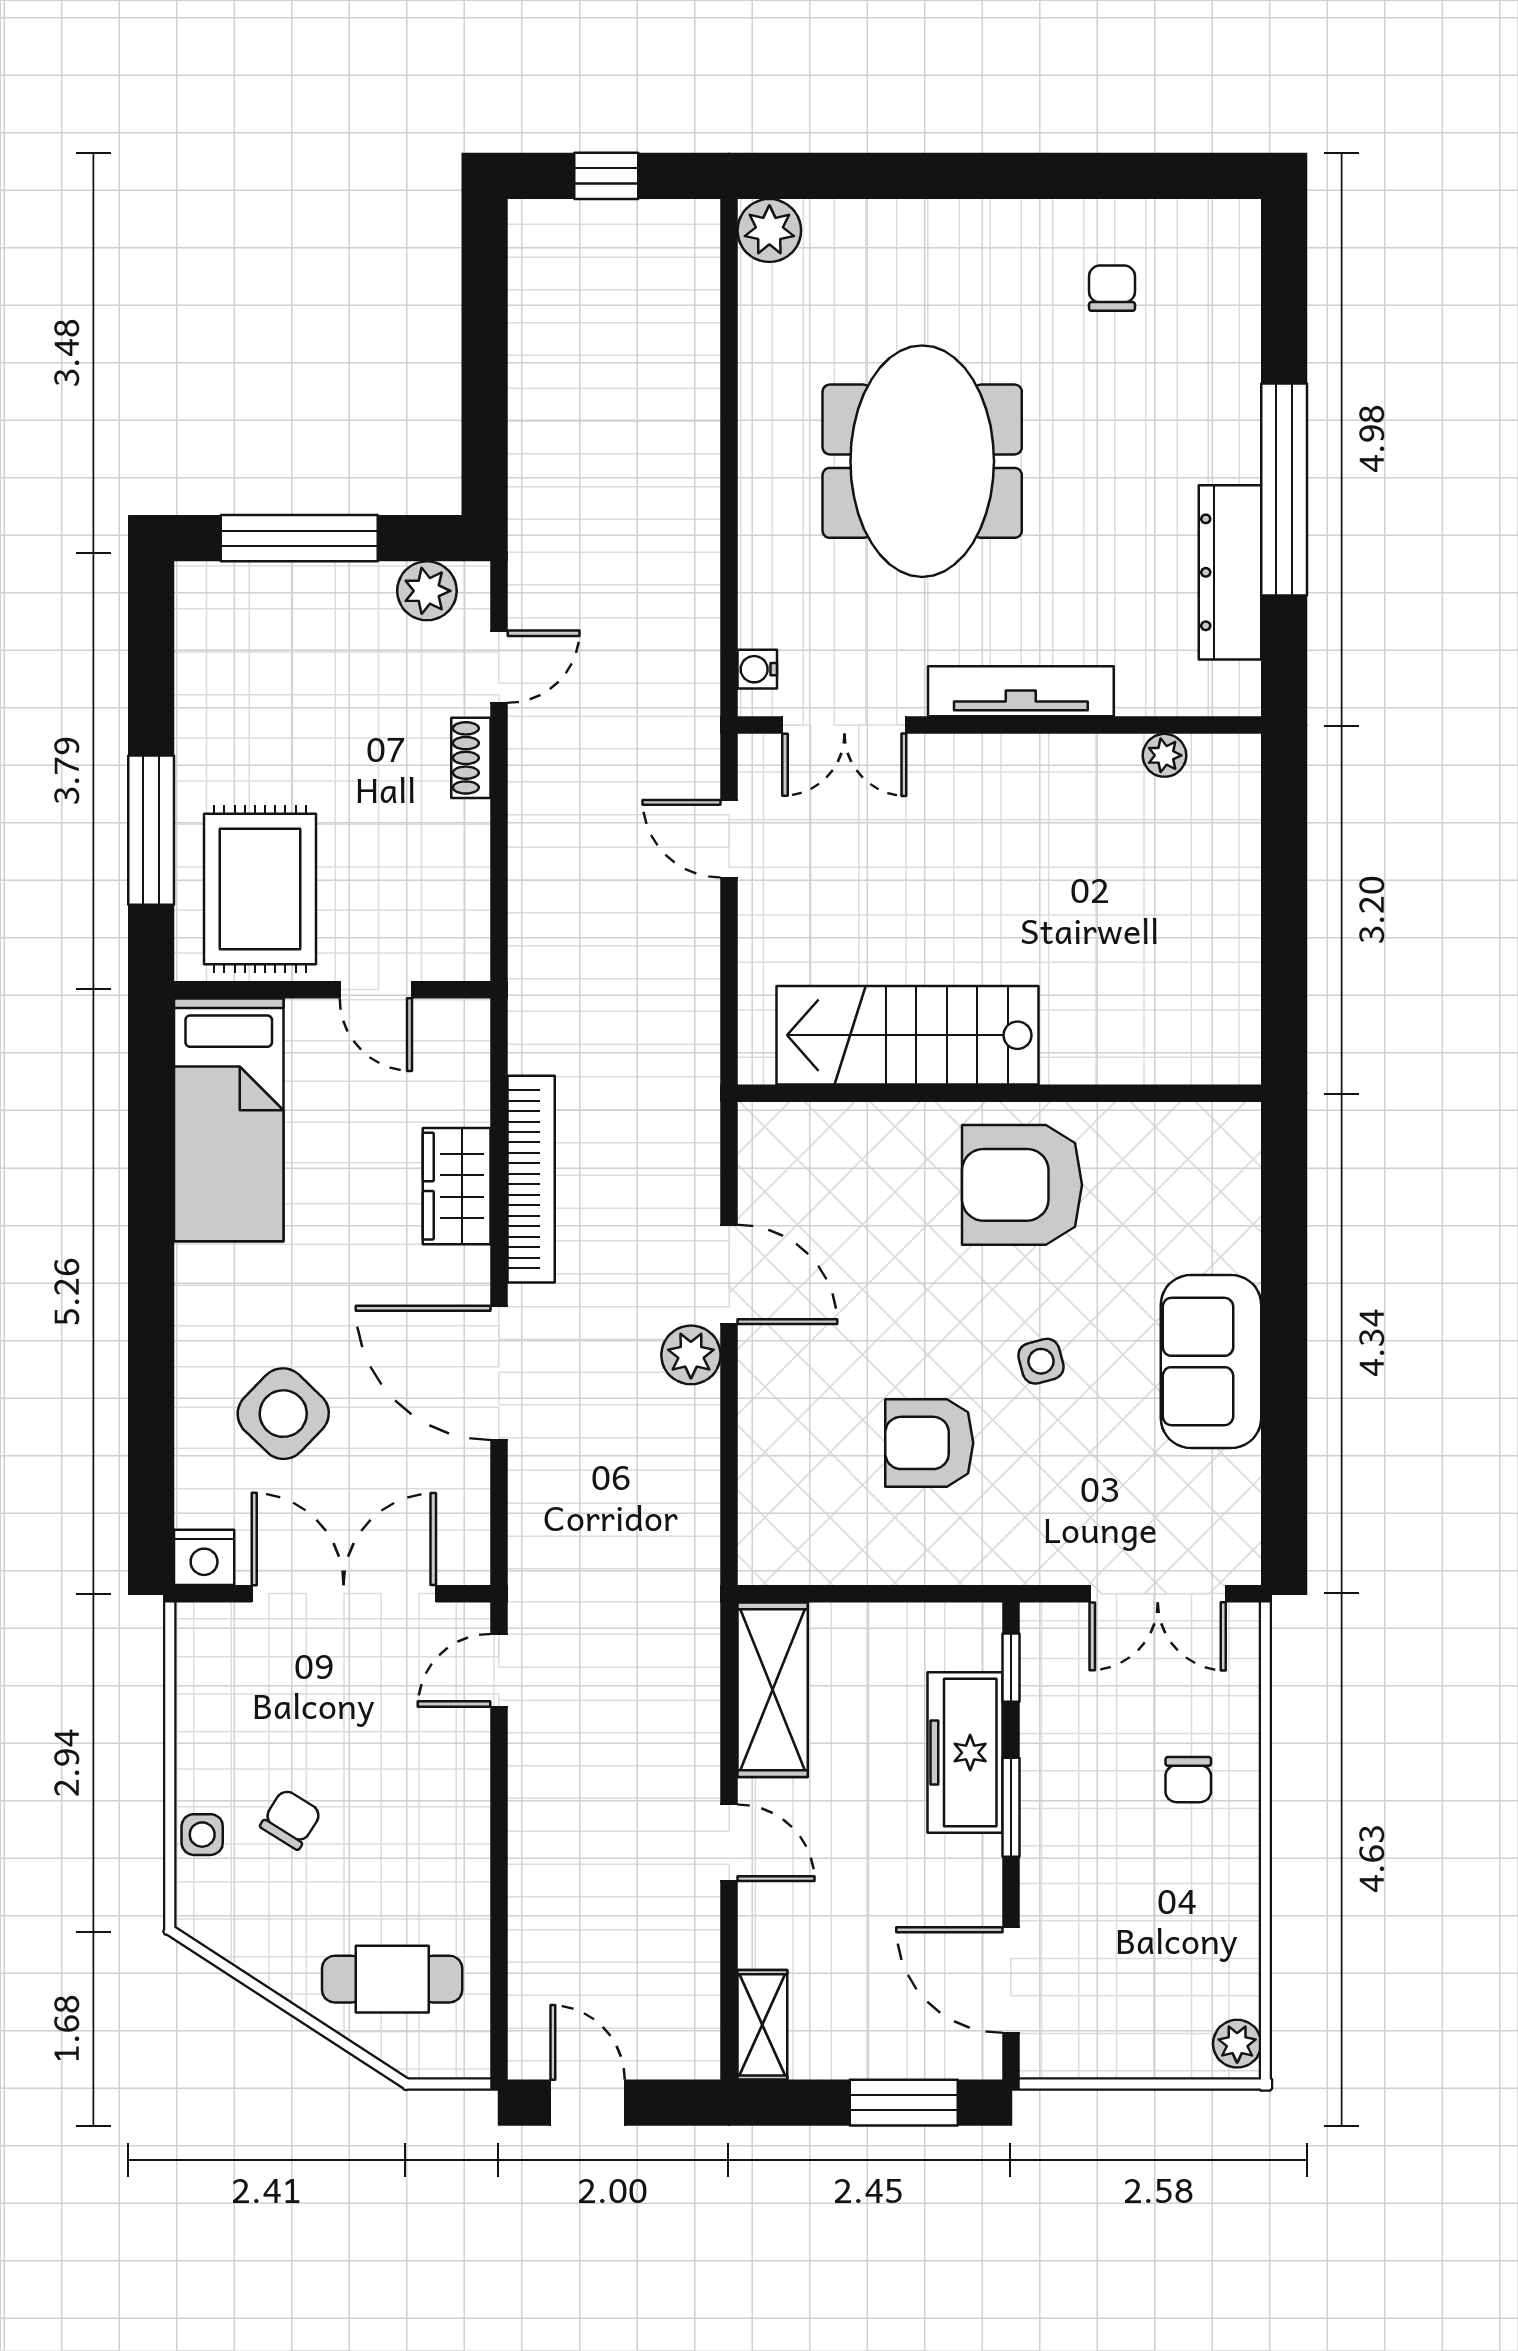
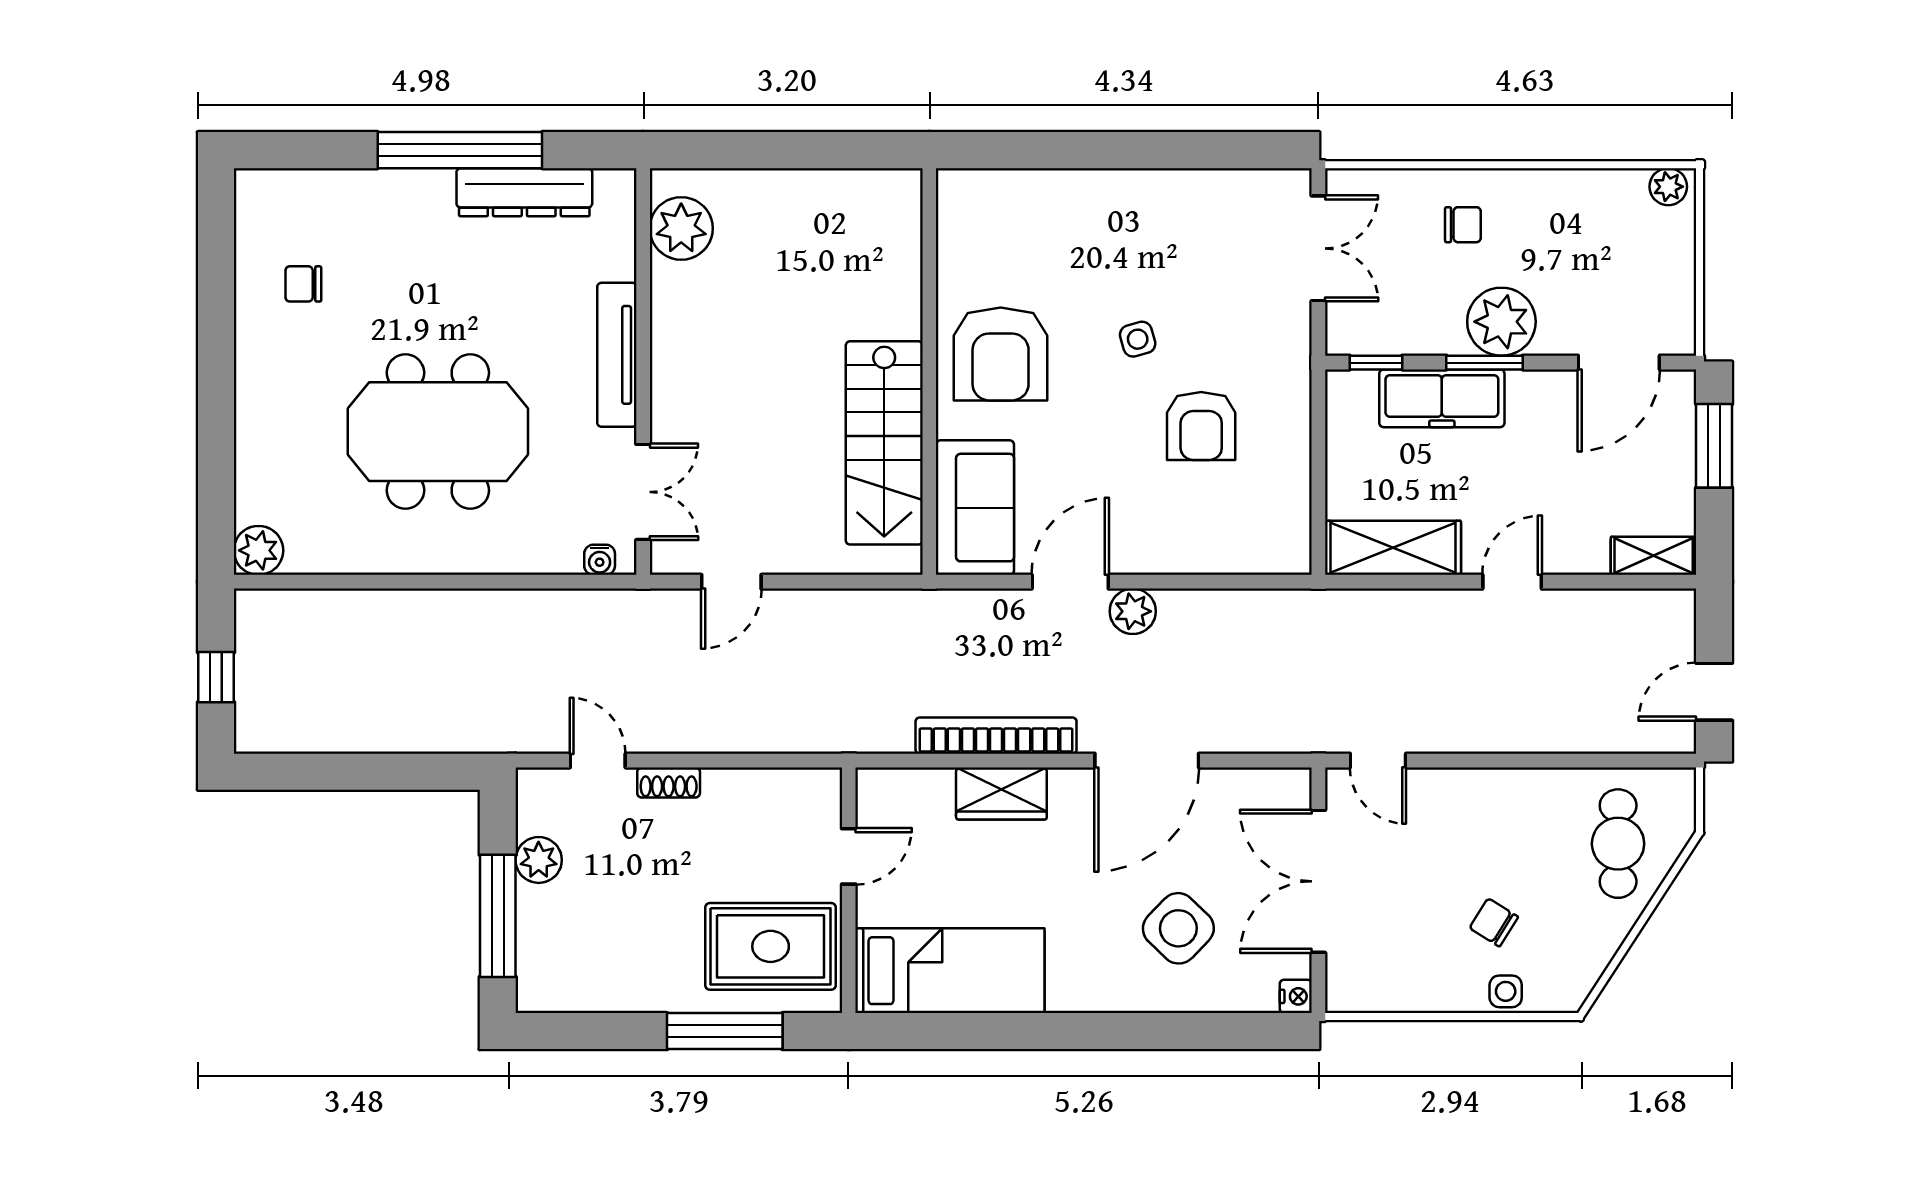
plant: (427, 591) -> (539, 860), moved
plant: (1164, 755) -> (681, 228), width x1.88, depth x1.88
sofa: (1211, 1361) -> (975, 508), moved, turned -90
nightstand: (204, 1557) -> (1296, 996), width x0.72, depth x0.74
plant: (1063, 1829) -> (1501, 322), added

